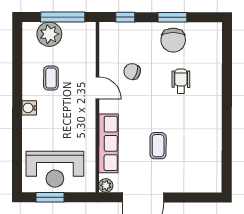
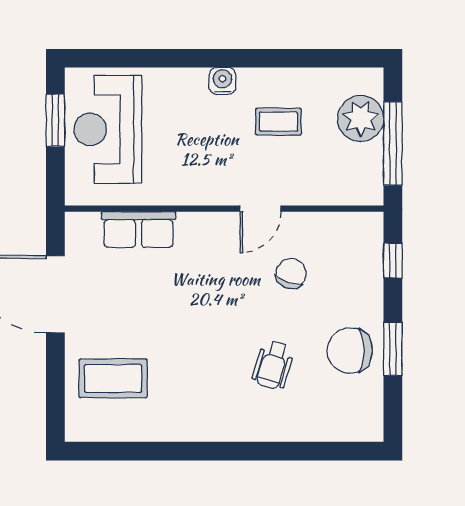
wheelchair: (181, 81) -> (273, 365), turned 107
row of seats: (108, 143) -> (138, 230), width x0.68
coffee table: (158, 146) -> (113, 378), moved, width x1.36, depth x1.30
plant: (106, 185) -> (78, 225), removed

